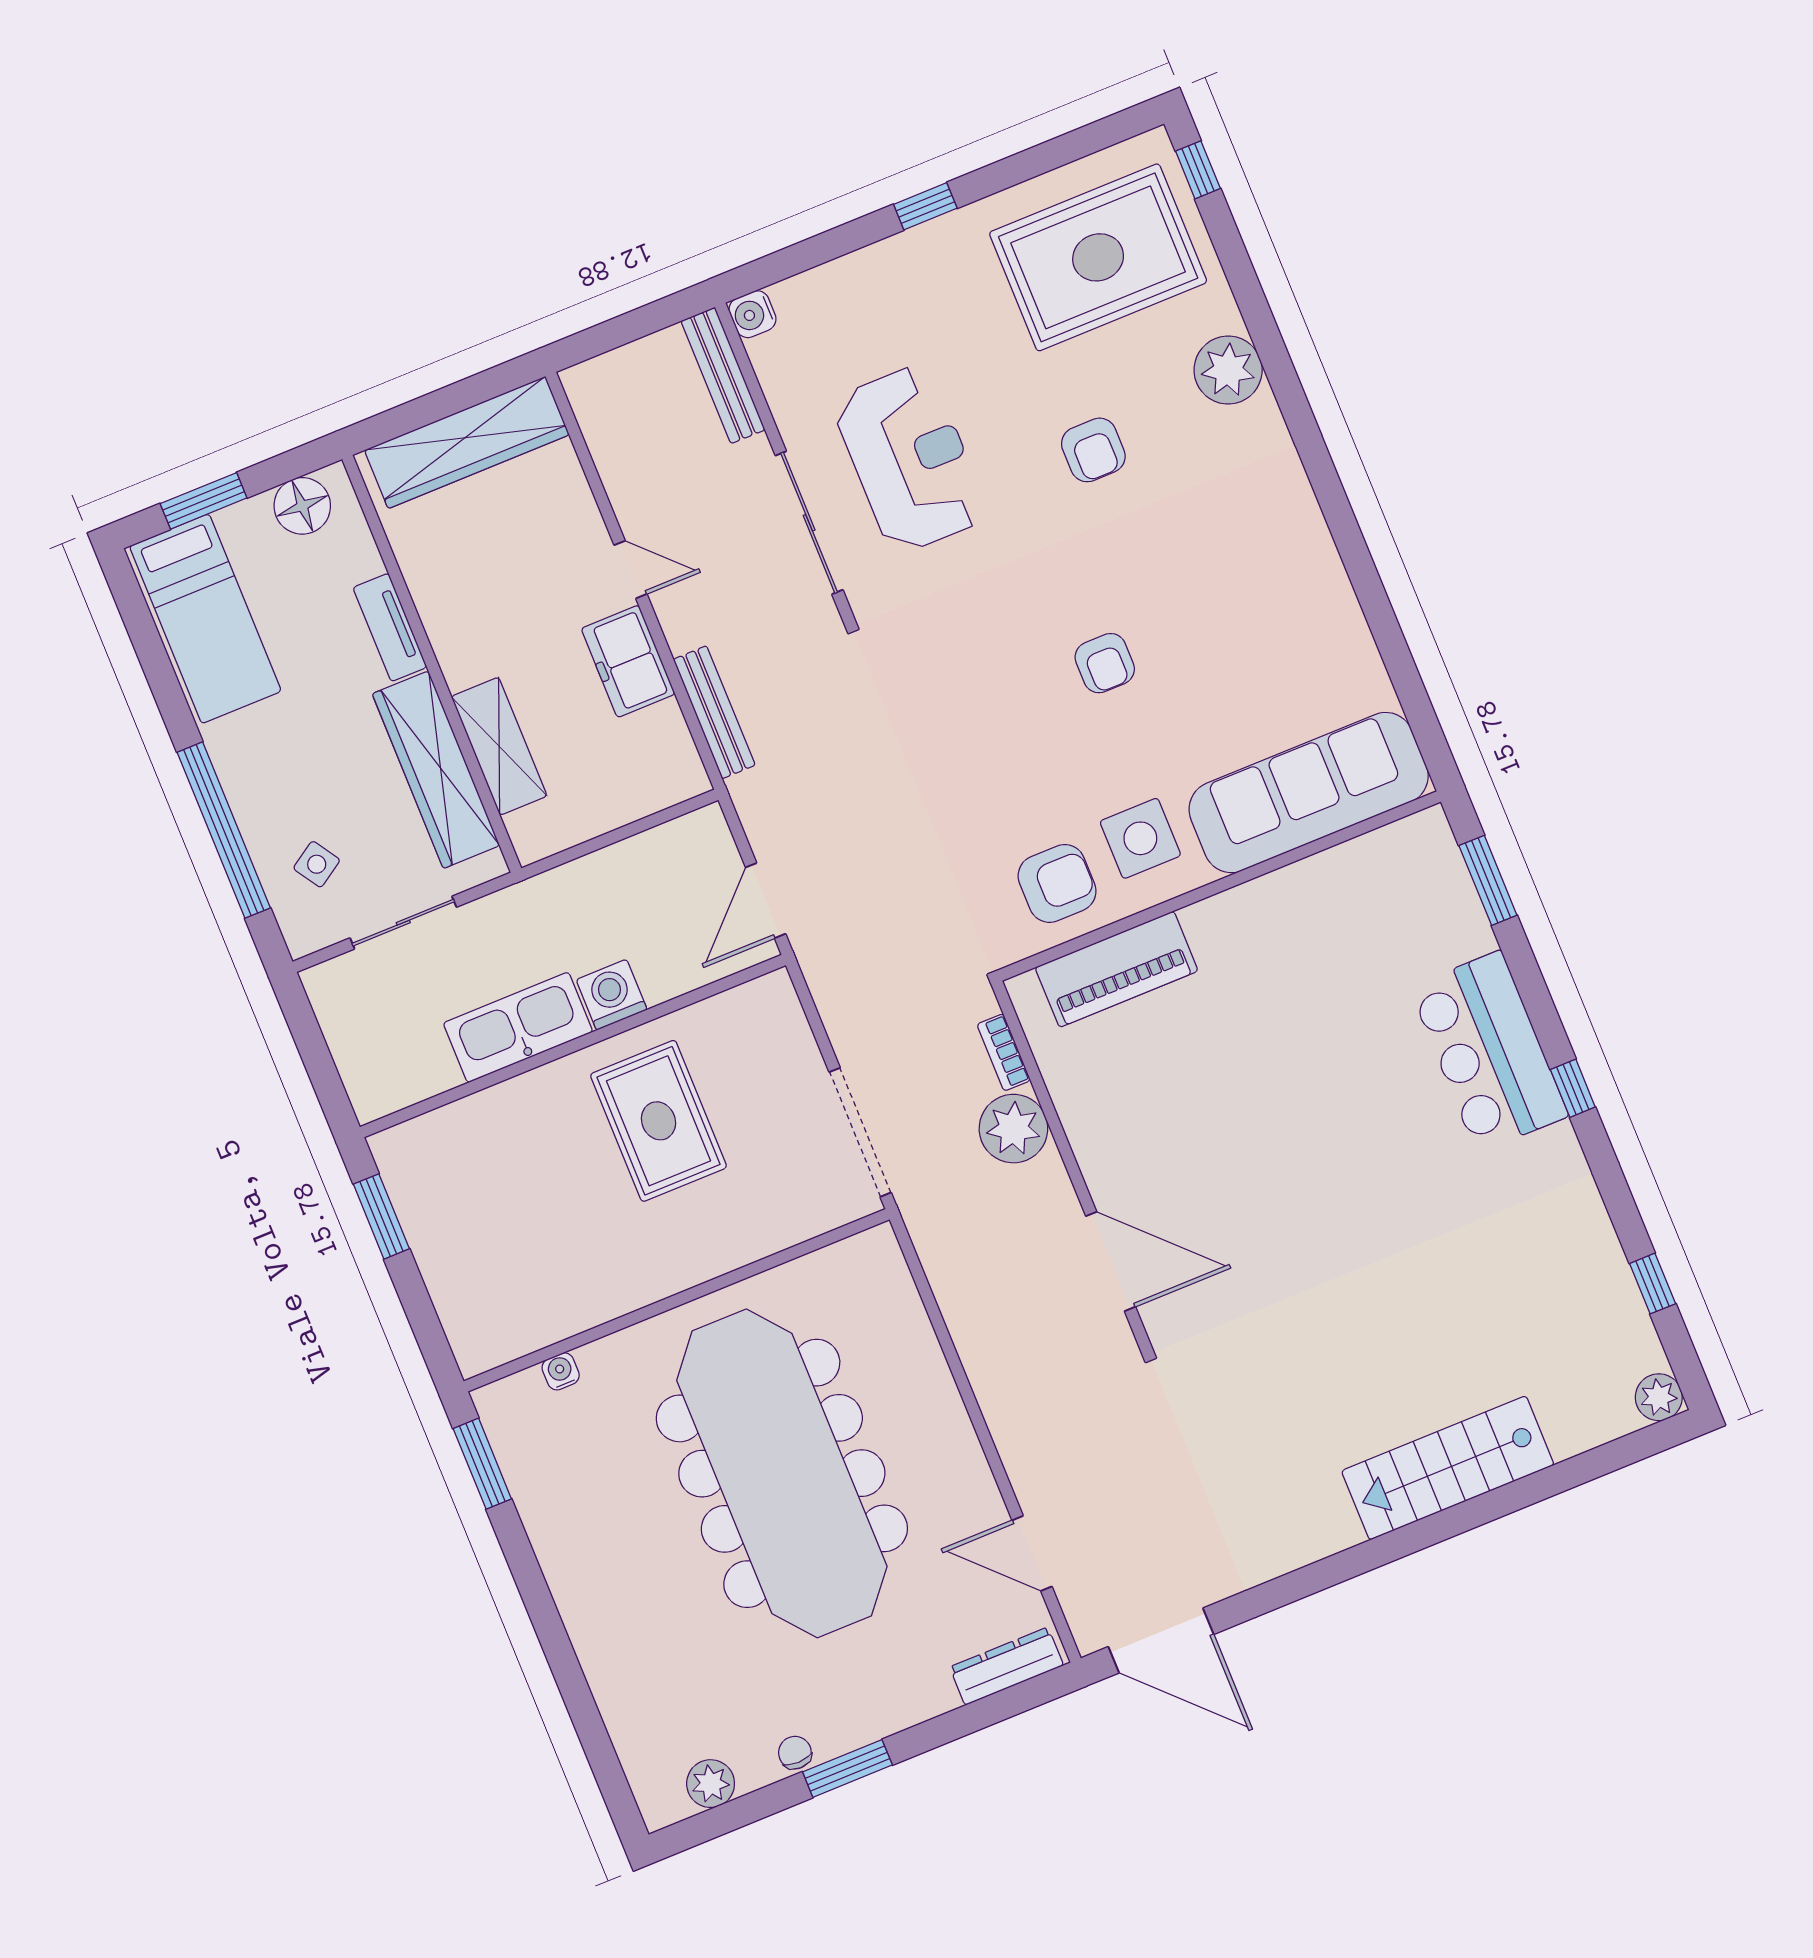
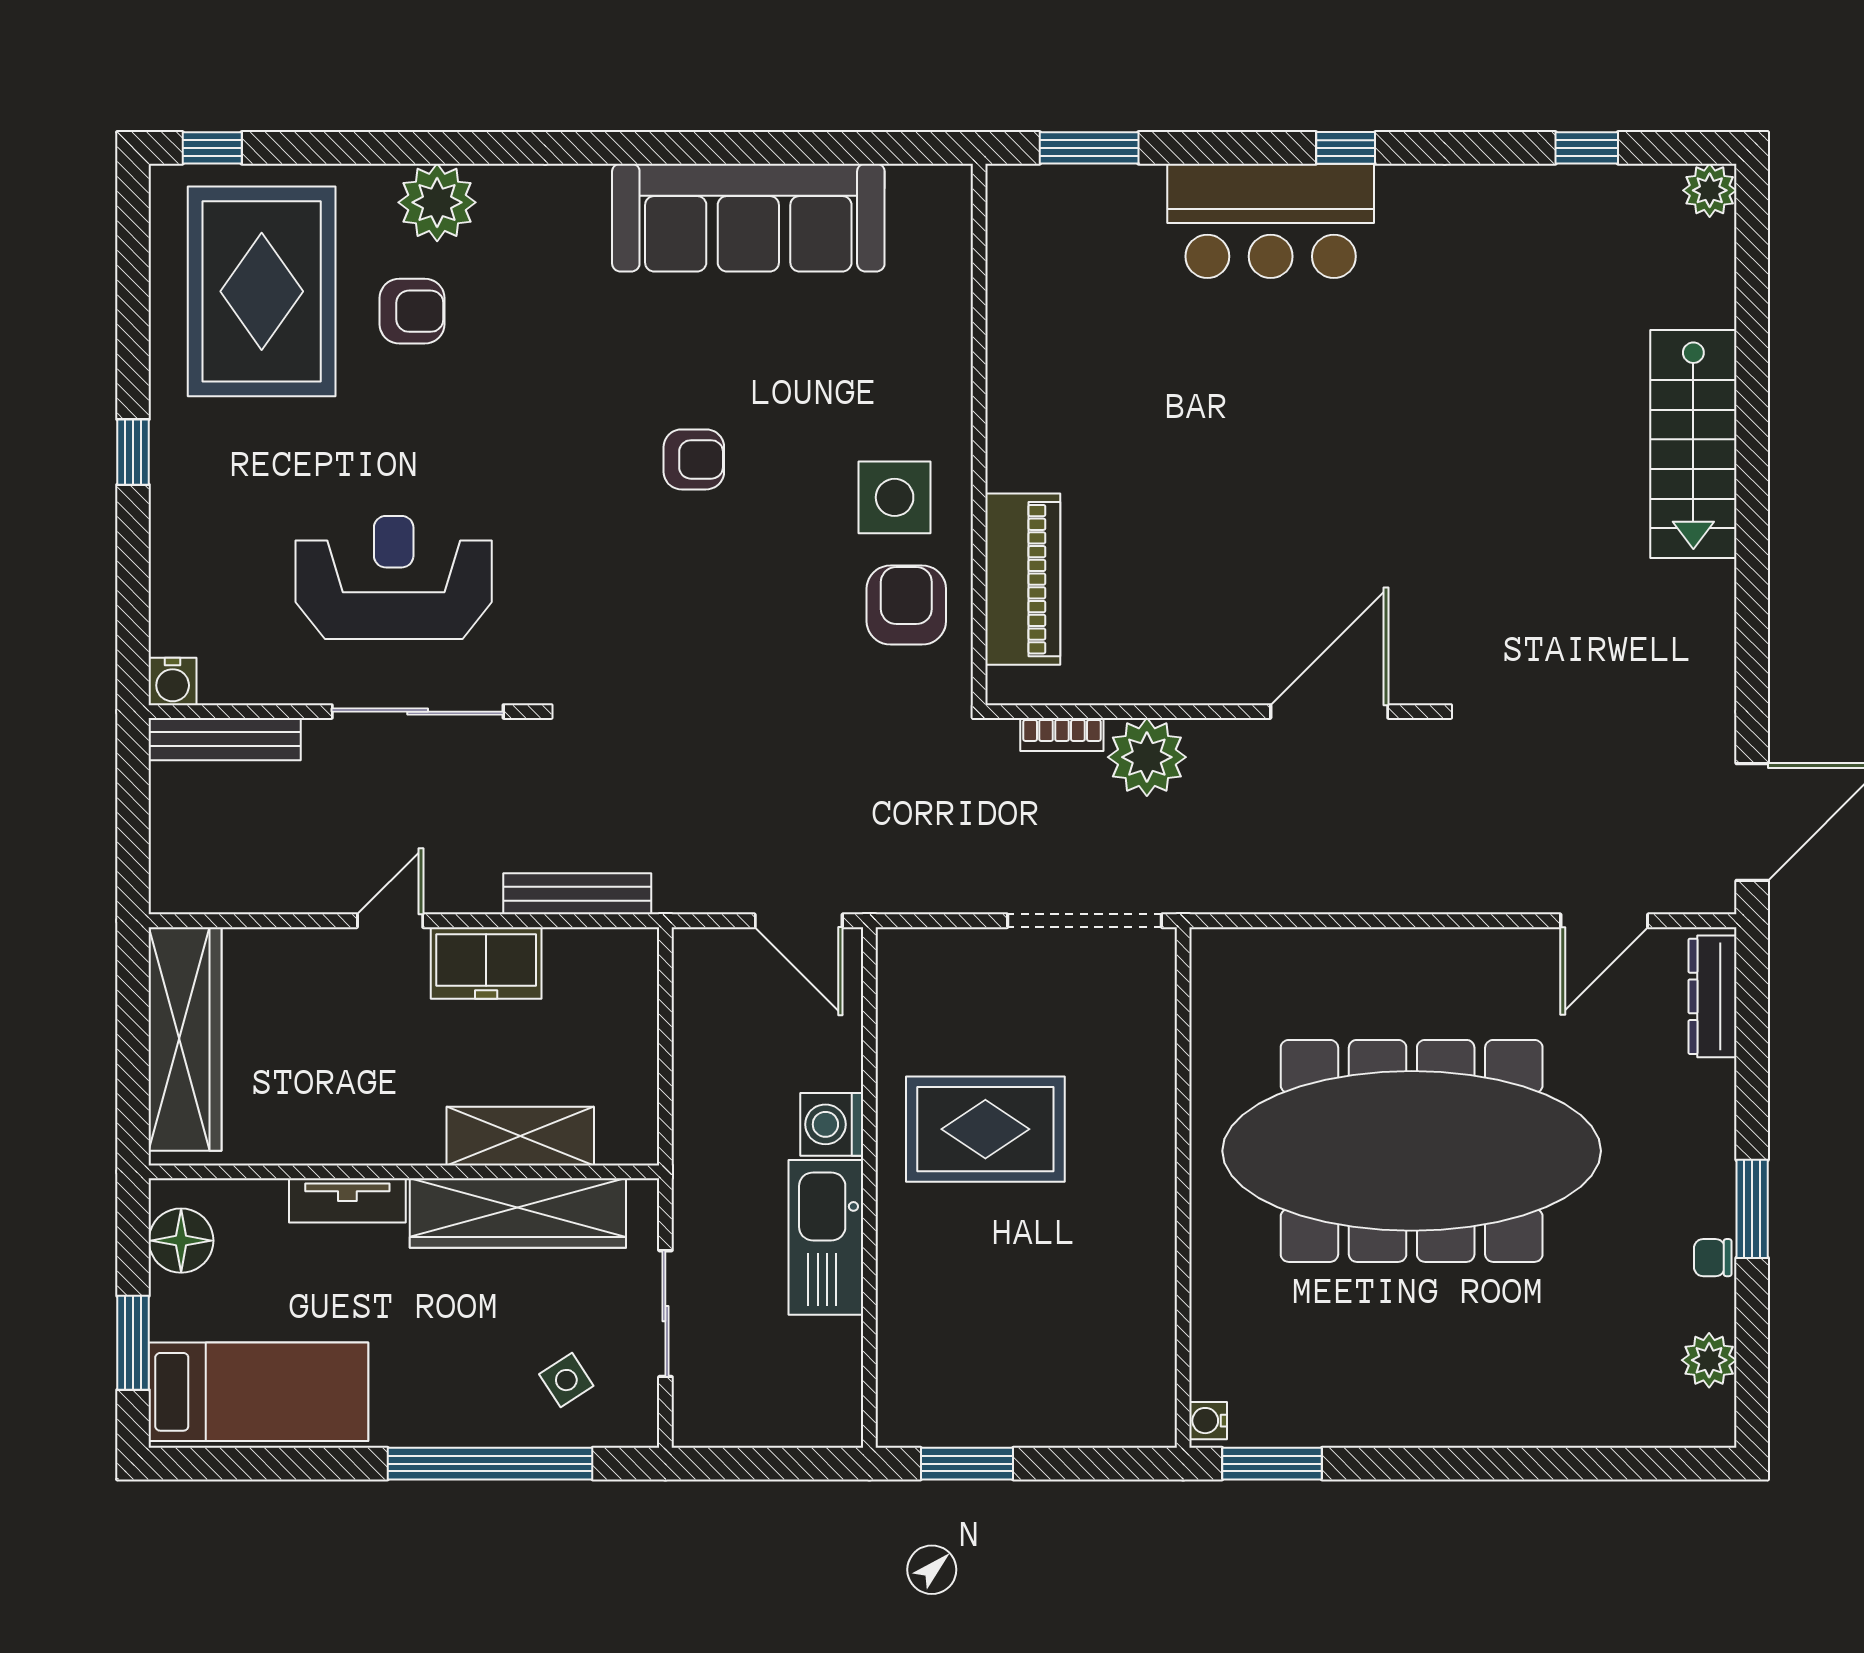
armchair: (1093, 450) -> (412, 311), moved
sofa: (1309, 793) -> (748, 218), moved, turned -90
water cooler: (561, 1371) -> (1208, 1421), moved

